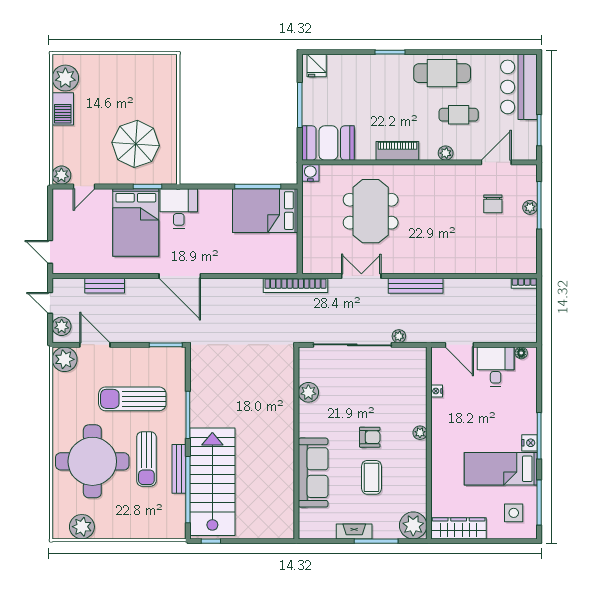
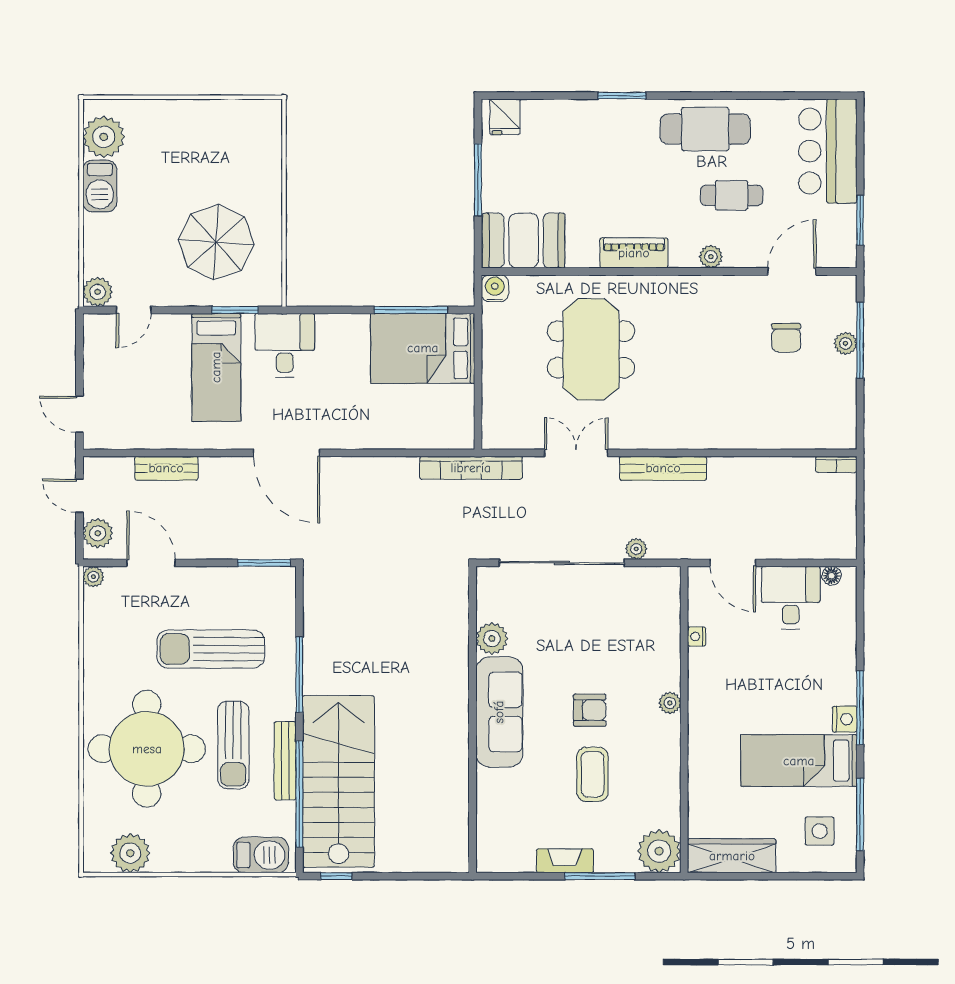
bed: (136, 222) -> (216, 367), width x0.67
plant: (65, 359) -> (93, 577), width x0.53, depth x0.53
sofa: (313, 473) -> (499, 712), moved
barbecue: (164, 528) -> (261, 855), added

